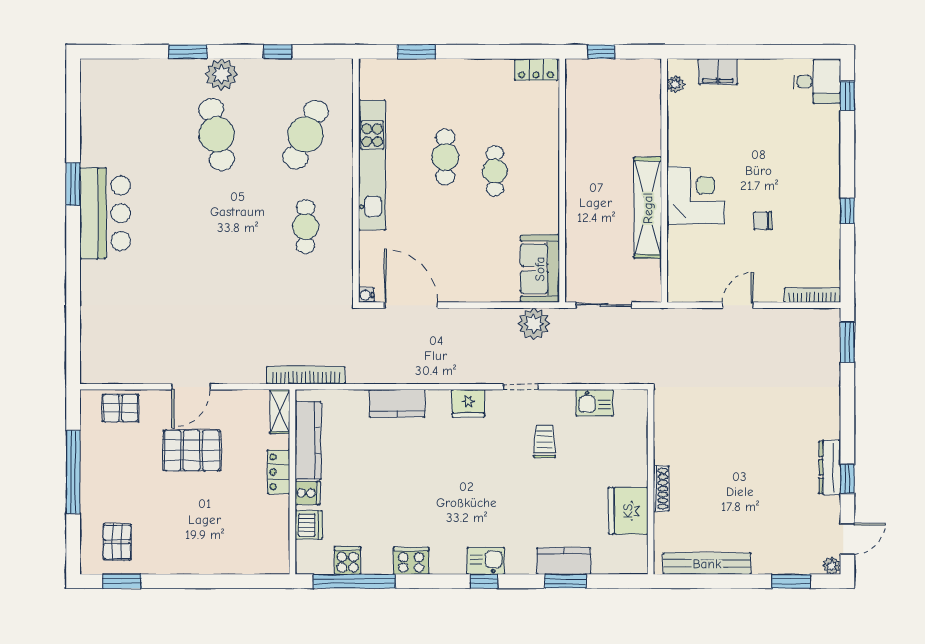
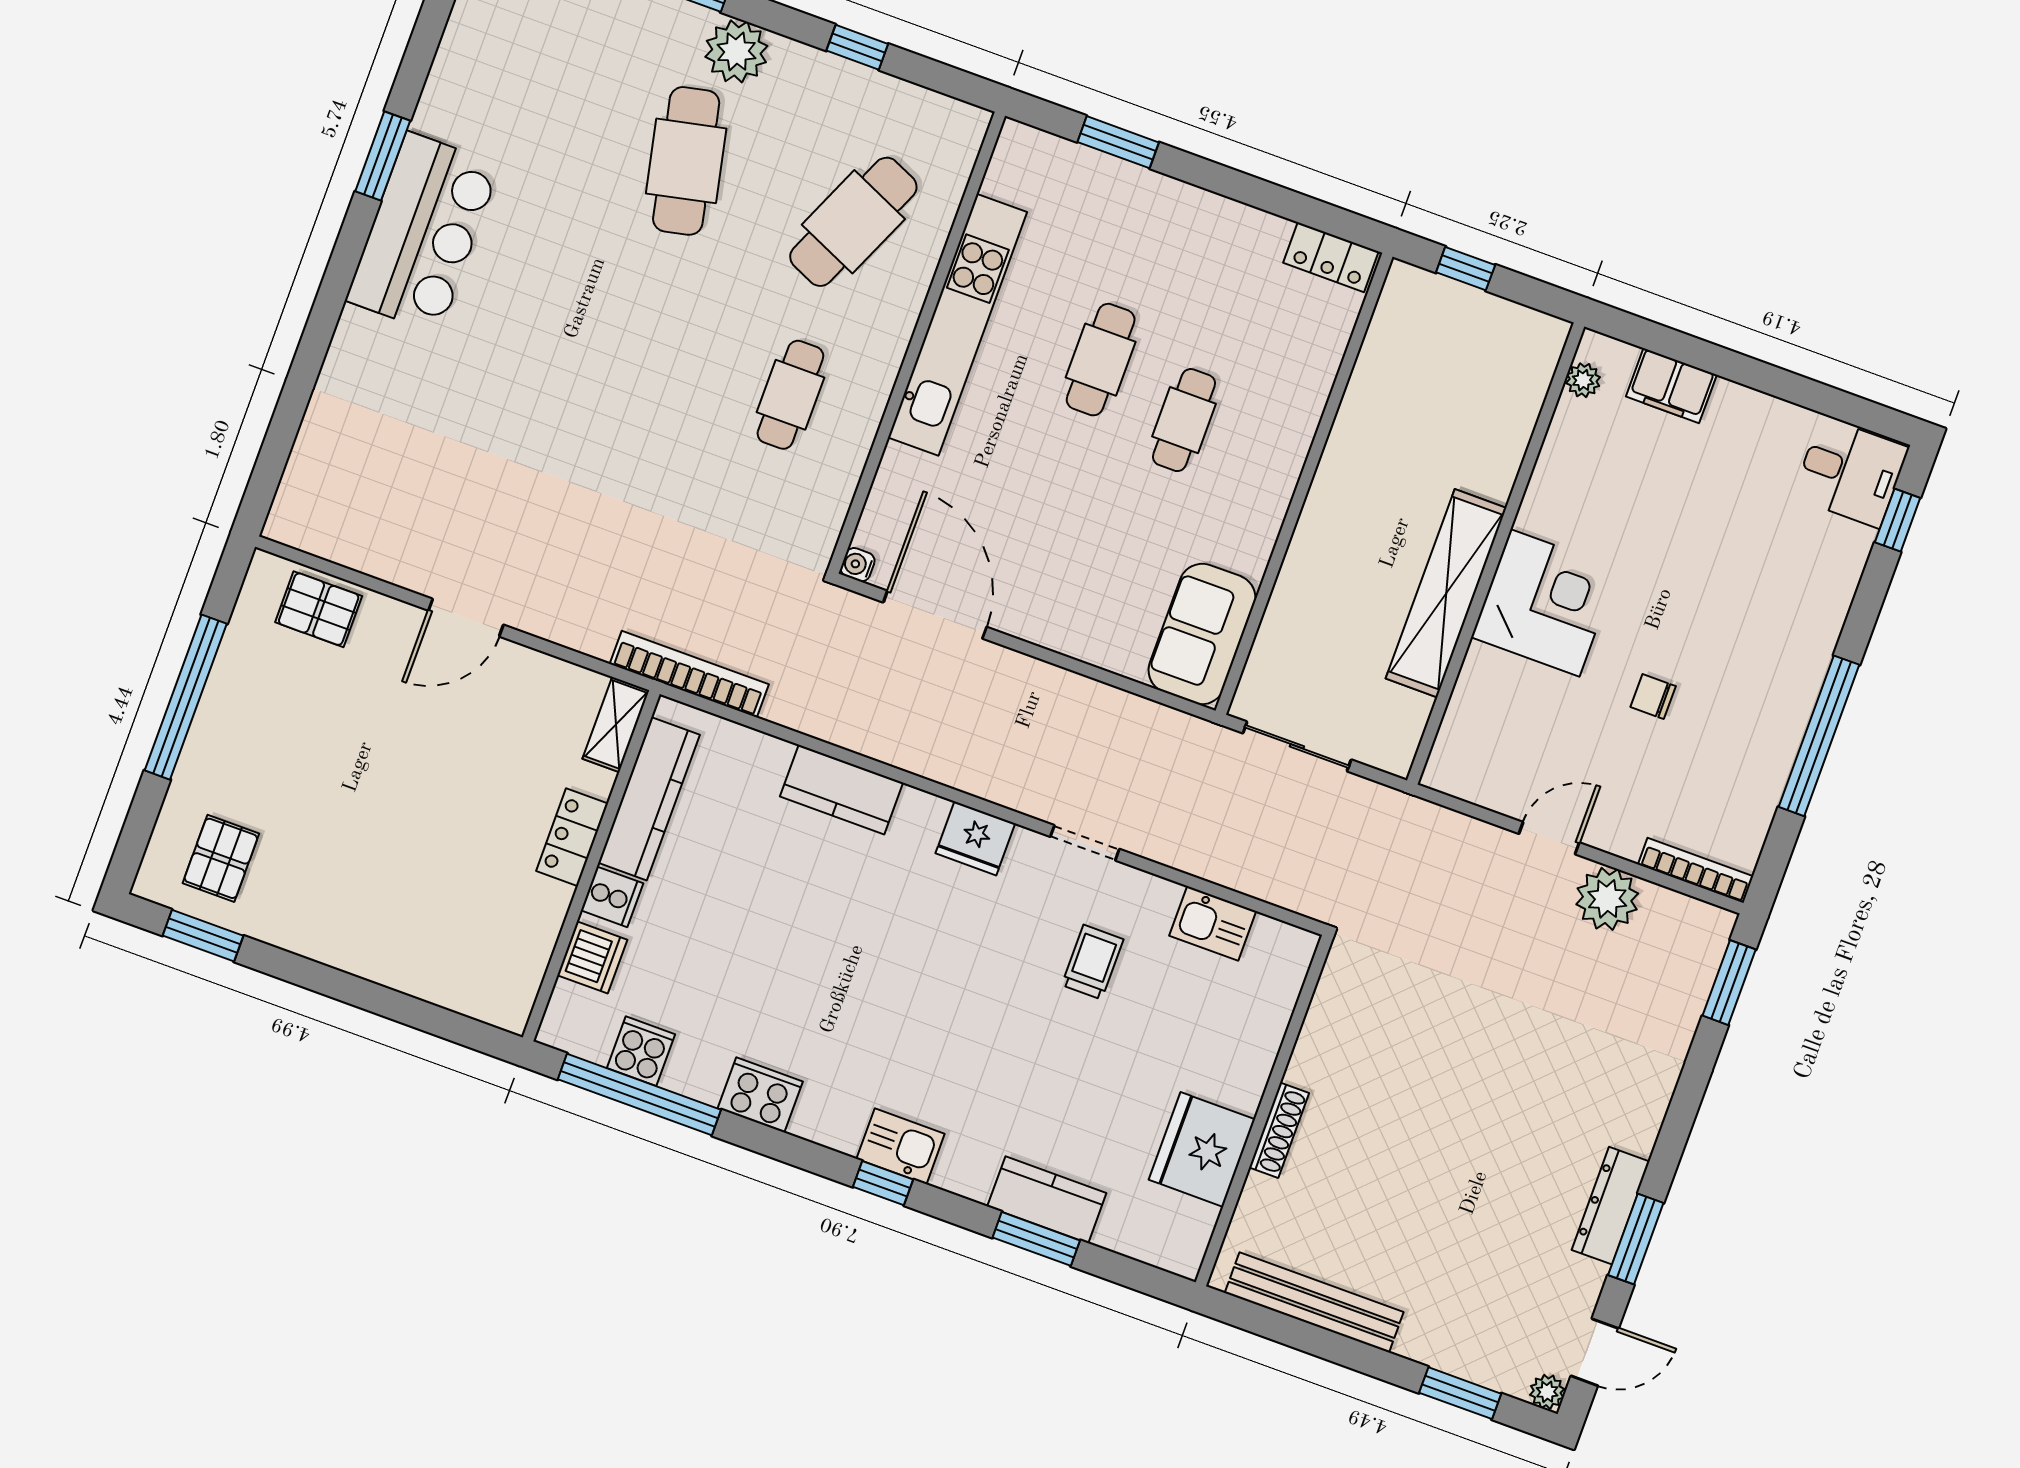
window: (847, 211) -> (1819, 736), width x3.17
plant: (534, 324) -> (1607, 899), moved
pallet: (192, 450) -> (423, 738), removed
window: (847, 479) -> (1636, 1239), width x1.50

